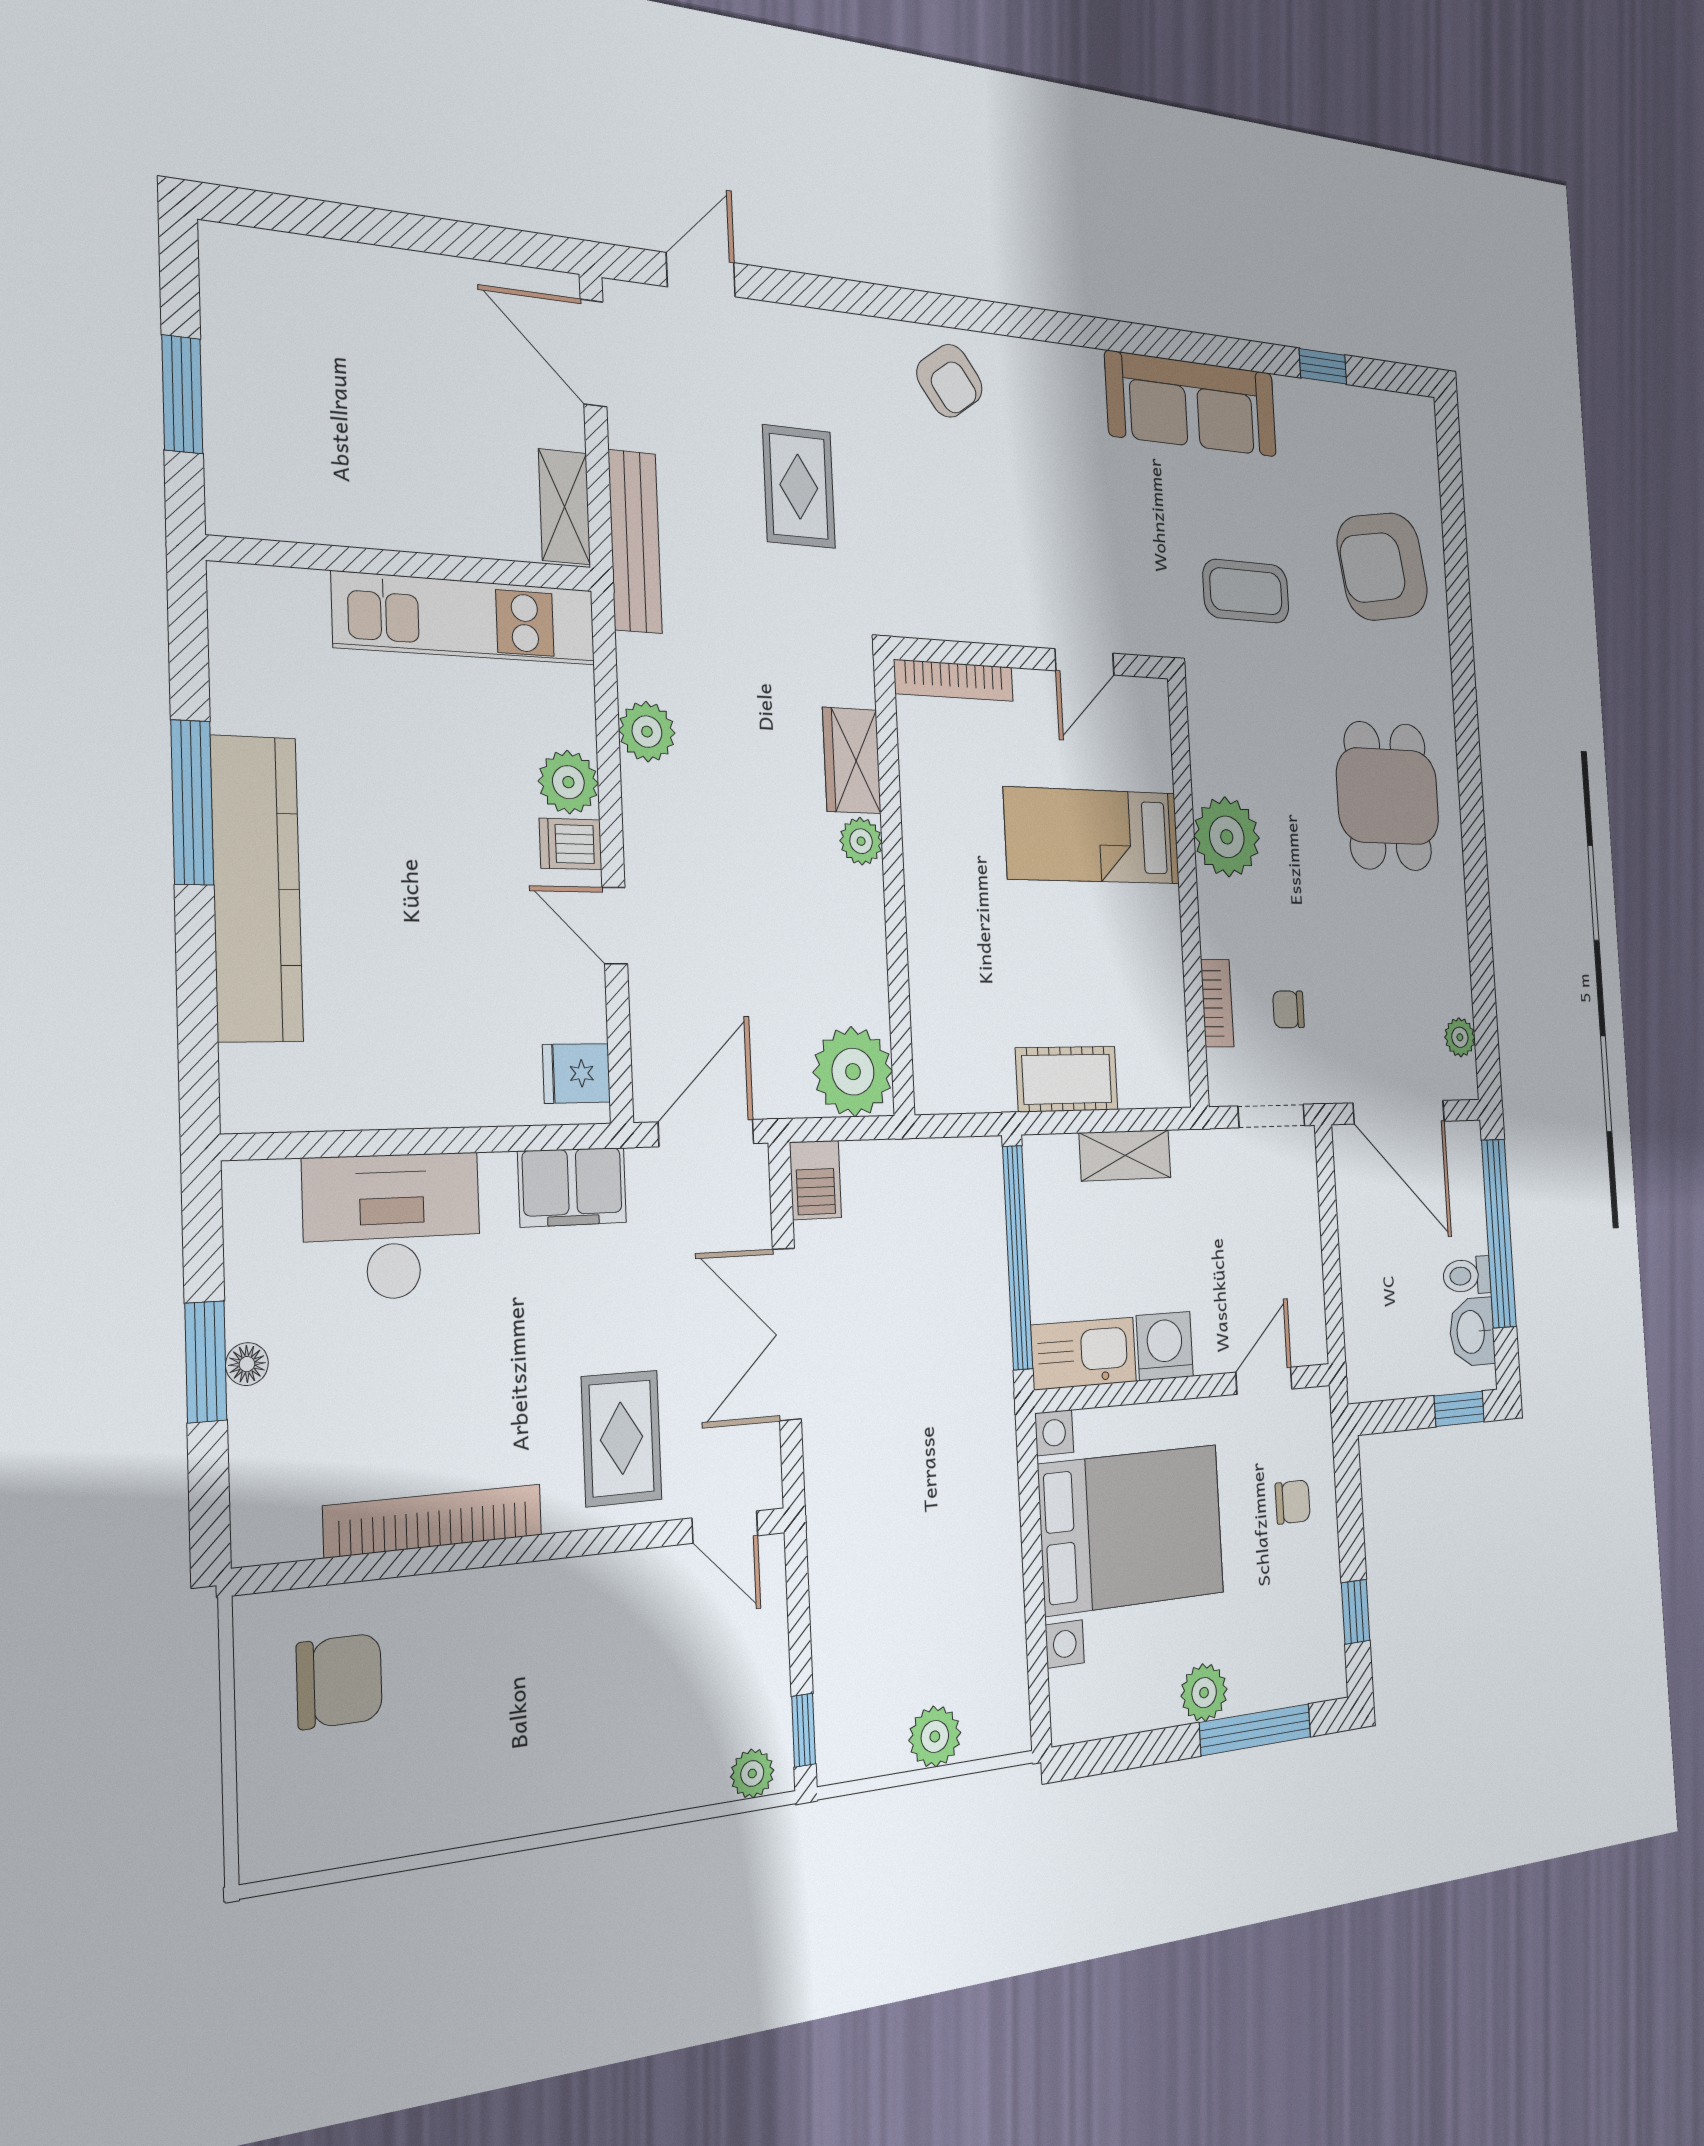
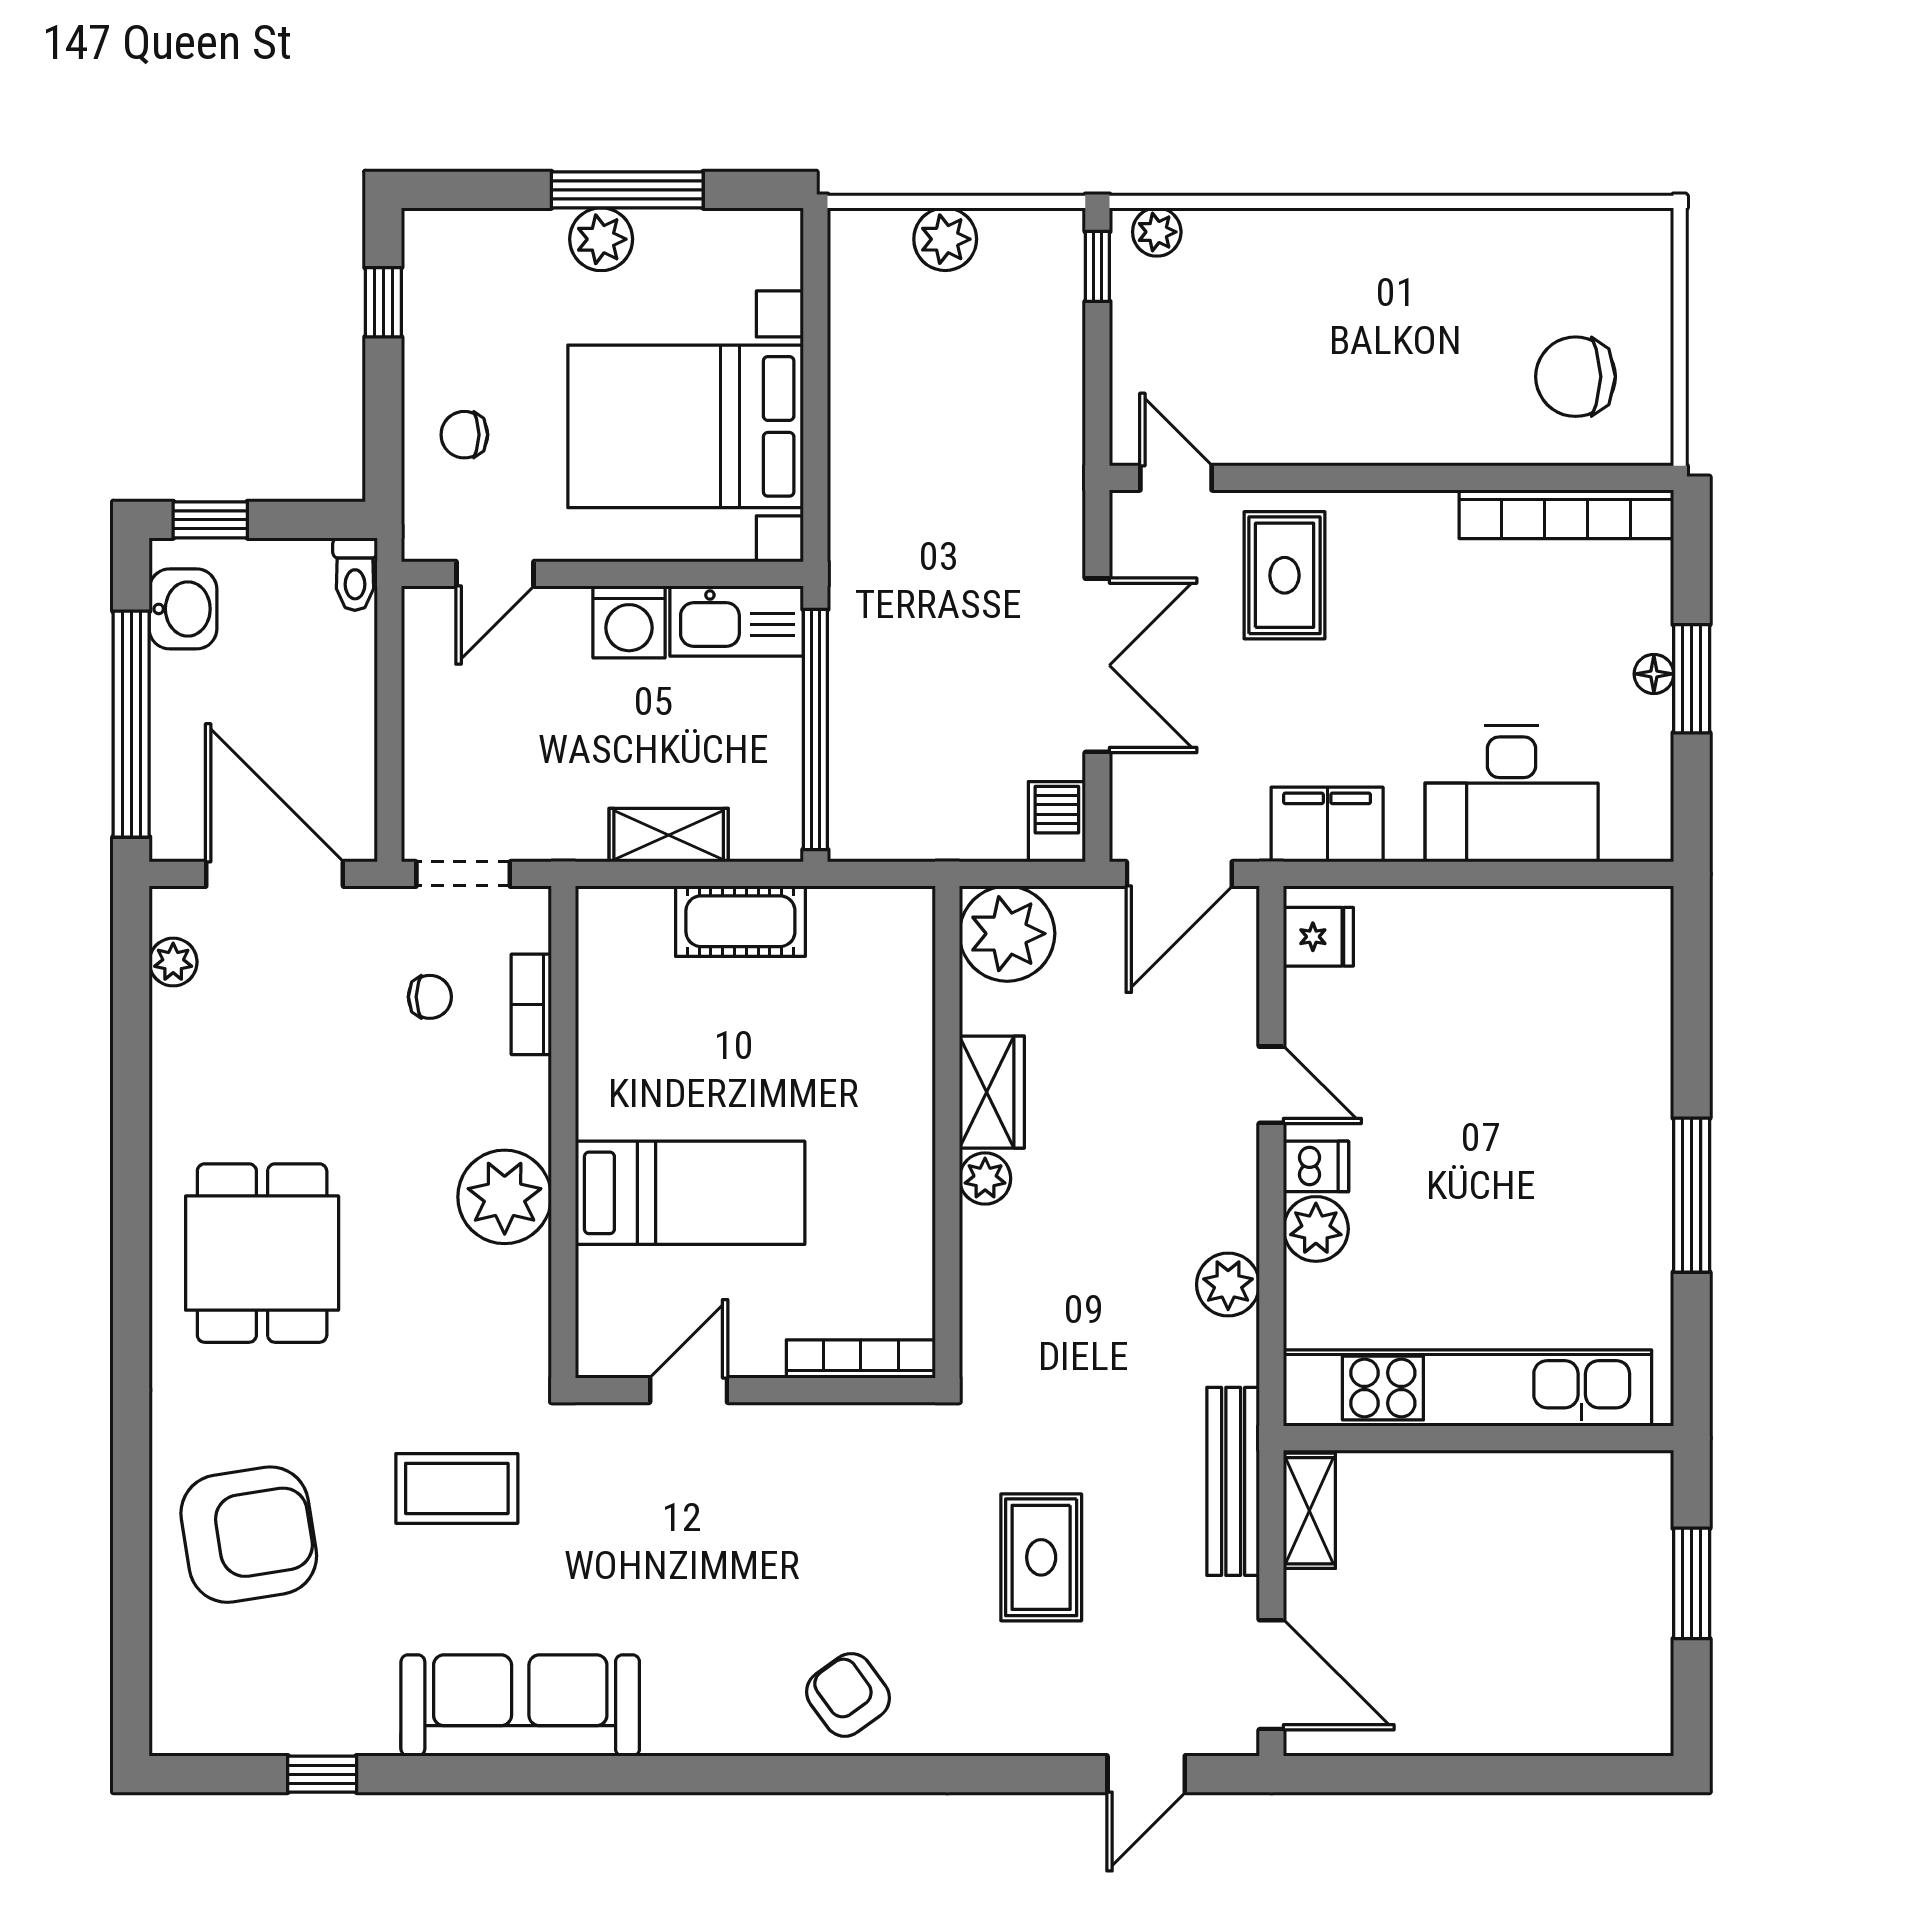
kitchen unit: (466, 619) -> (1468, 1388), width x1.36
wardrobe: (852, 760) -> (992, 1092), moved
kitchen counter: (257, 889) -> (1633, 1115), removed
toilet: (1467, 1276) -> (355, 574), moved, turned 90
bookcase: (434, 1521) -> (1566, 514), moved
window: (1255, 1730) -> (627, 190), moved

